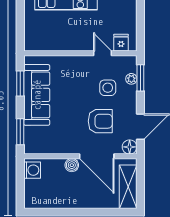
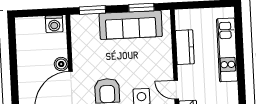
kitchen counter: (61, 43) -> (185, 47), added
door: (103, 53) -> (176, 90), swing flipped

